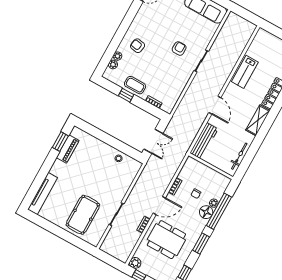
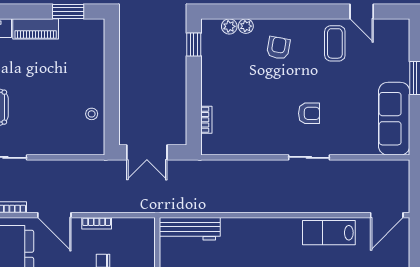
coffee table: (135, 85) -> (335, 43), moved
window: (126, 95) -> (194, 44), moved
door: (215, 105) -> (387, 215), moved
piano: (68, 149) -> (36, 29), moved

